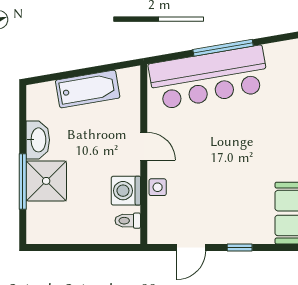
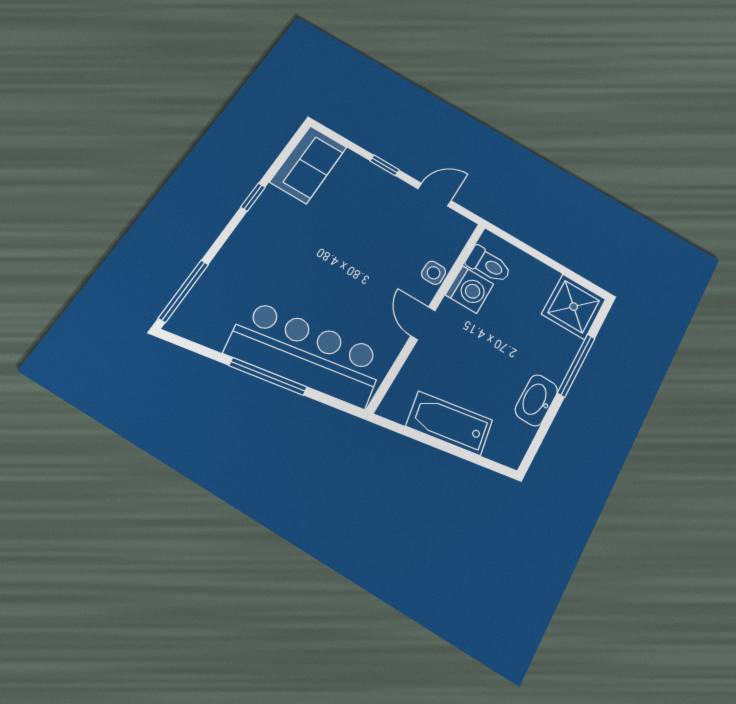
shower: (46, 181) -> (574, 307), moved
toilet: (128, 221) -> (489, 265), width x1.37, depth x1.39

